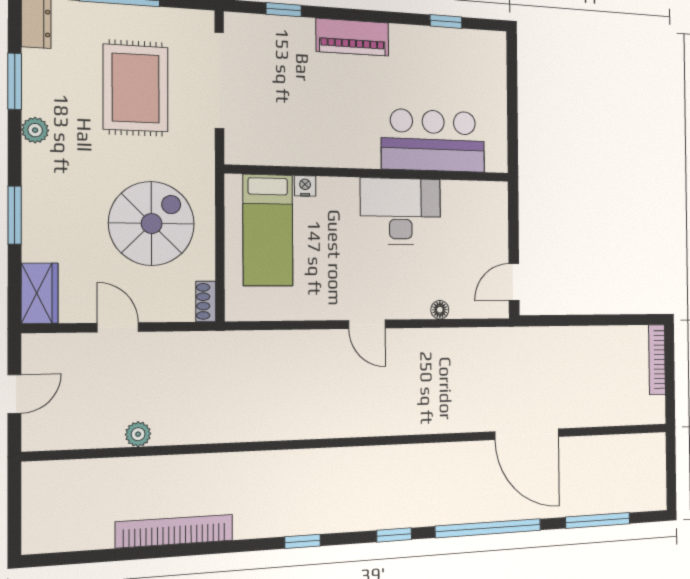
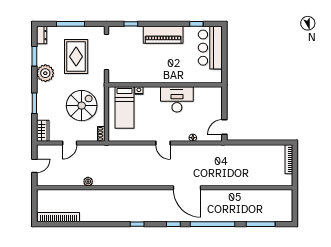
piano: (352, 37) -> (163, 35), width x1.37, depth x1.33
plant: (35, 130) -> (45, 73), width x1.88, depth x1.88
bar counter: (433, 141) -> (210, 48), moved, turned -90
door: (118, 327) -> (70, 143), swing flipped
plant: (138, 434) -> (88, 182), moved
door: (527, 434) -> (187, 188), moved
bookcase: (174, 531) -> (58, 217), moved

